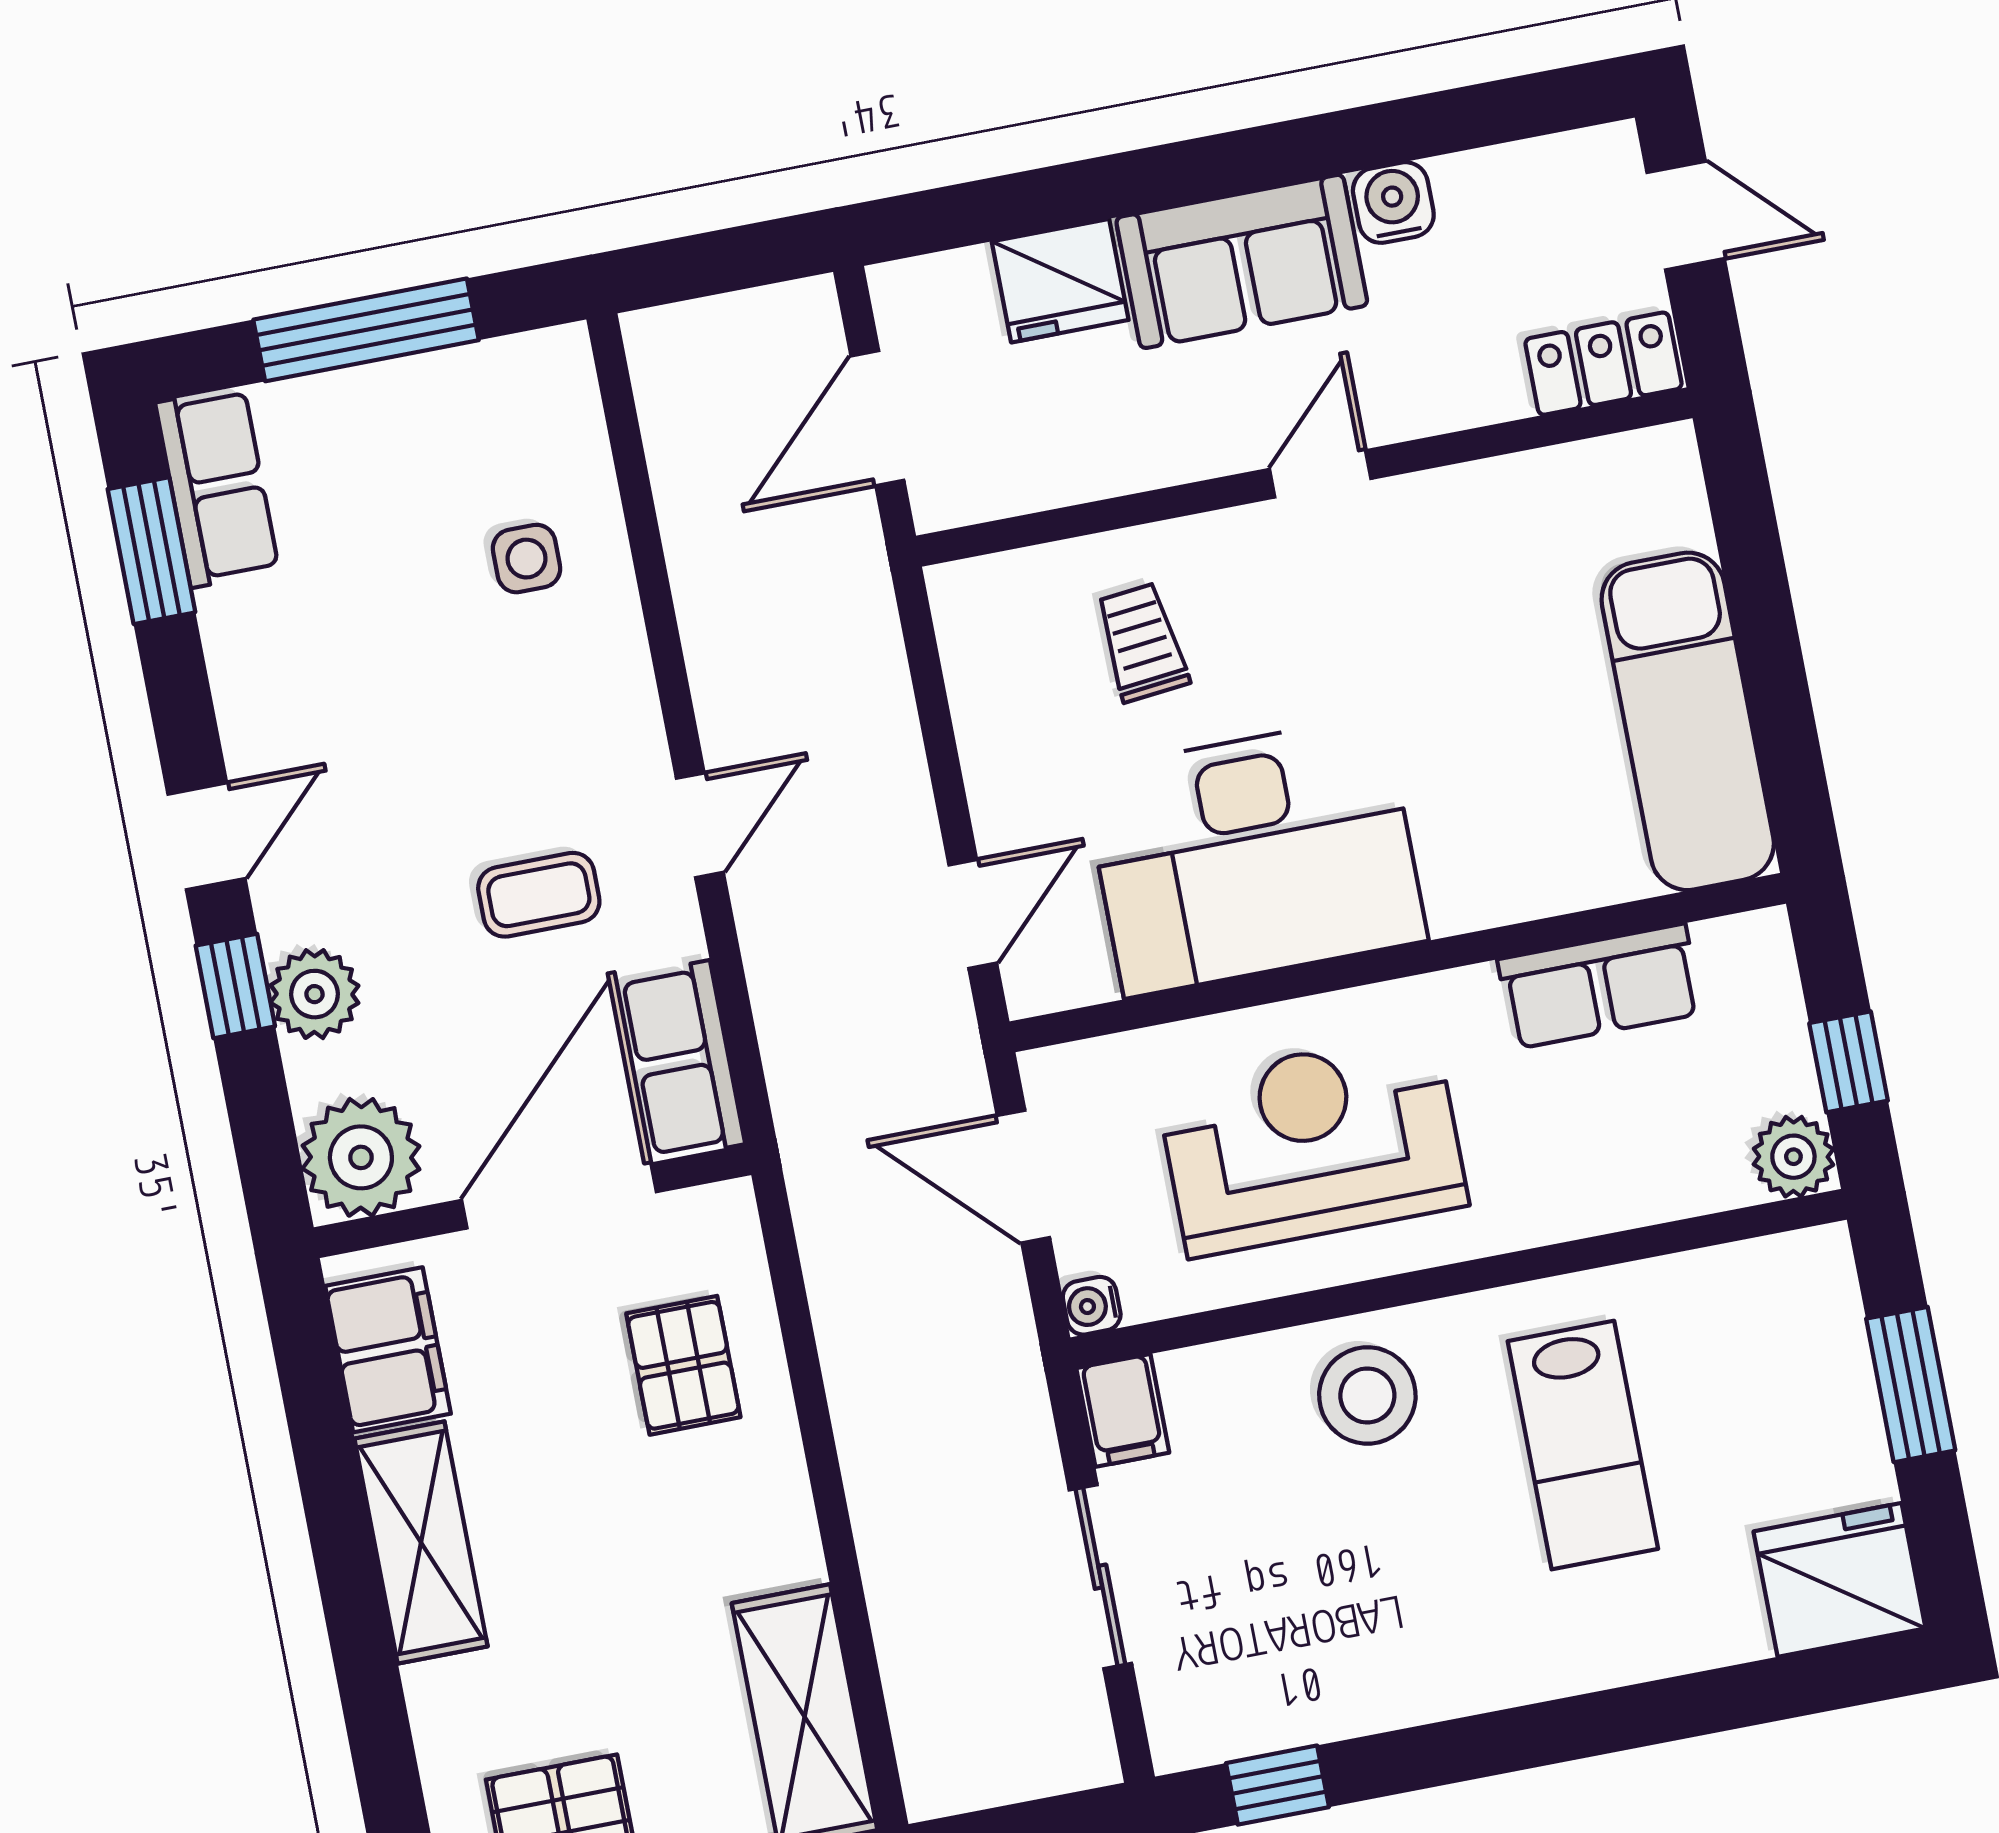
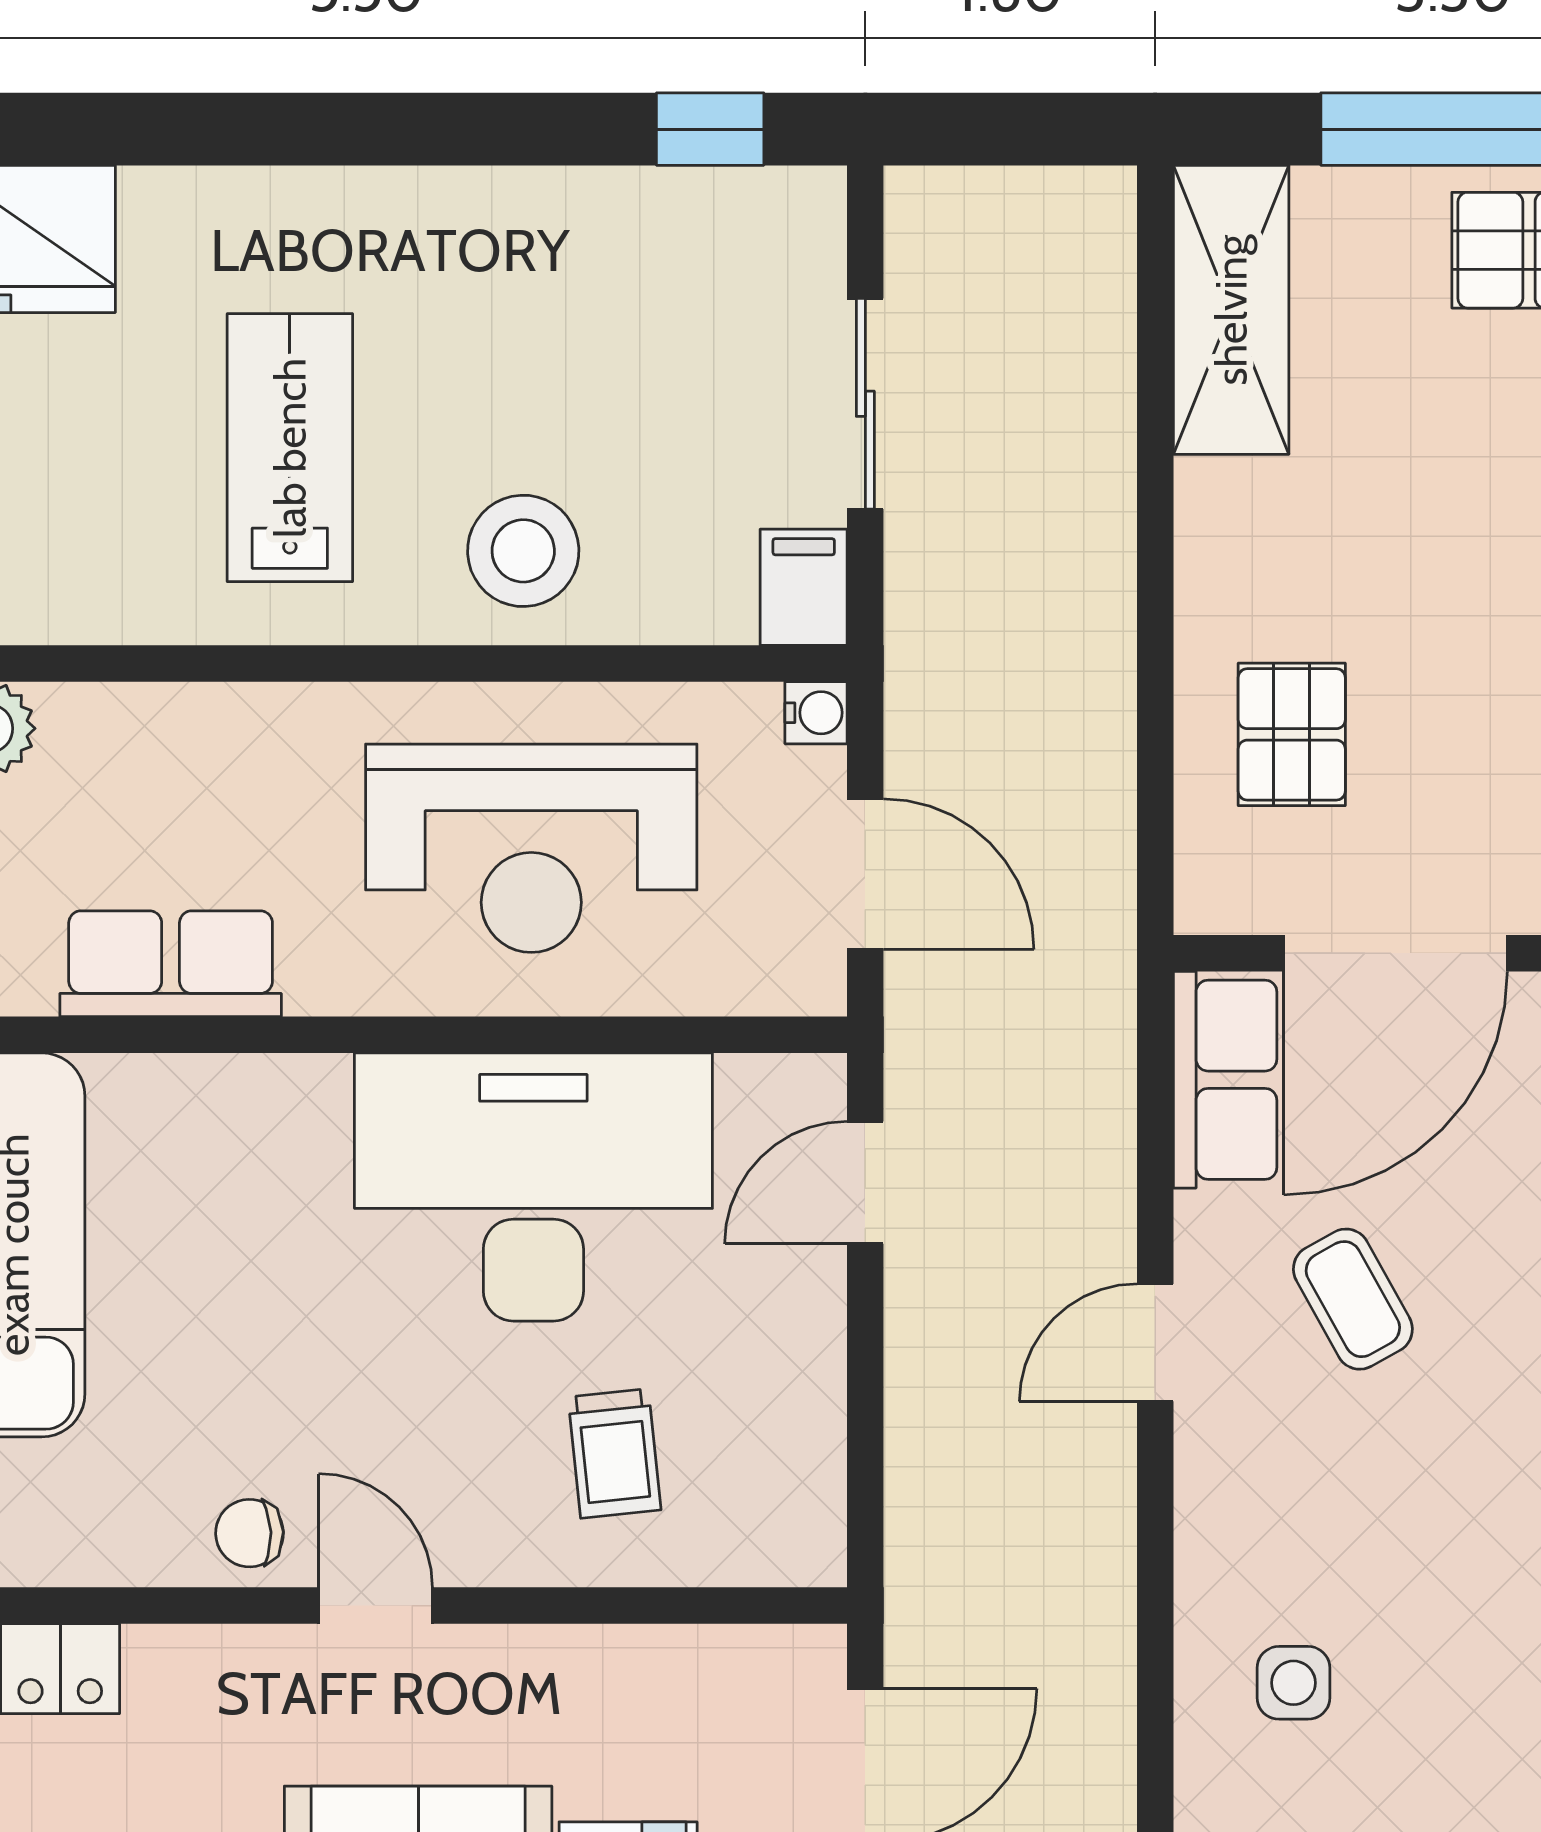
door: (1320, 474) -> (376, 1606), swing flipped
chair: (1439, 515) -> (249, 1533), added
coffee table: (539, 895) -> (1353, 1299), turned 61

